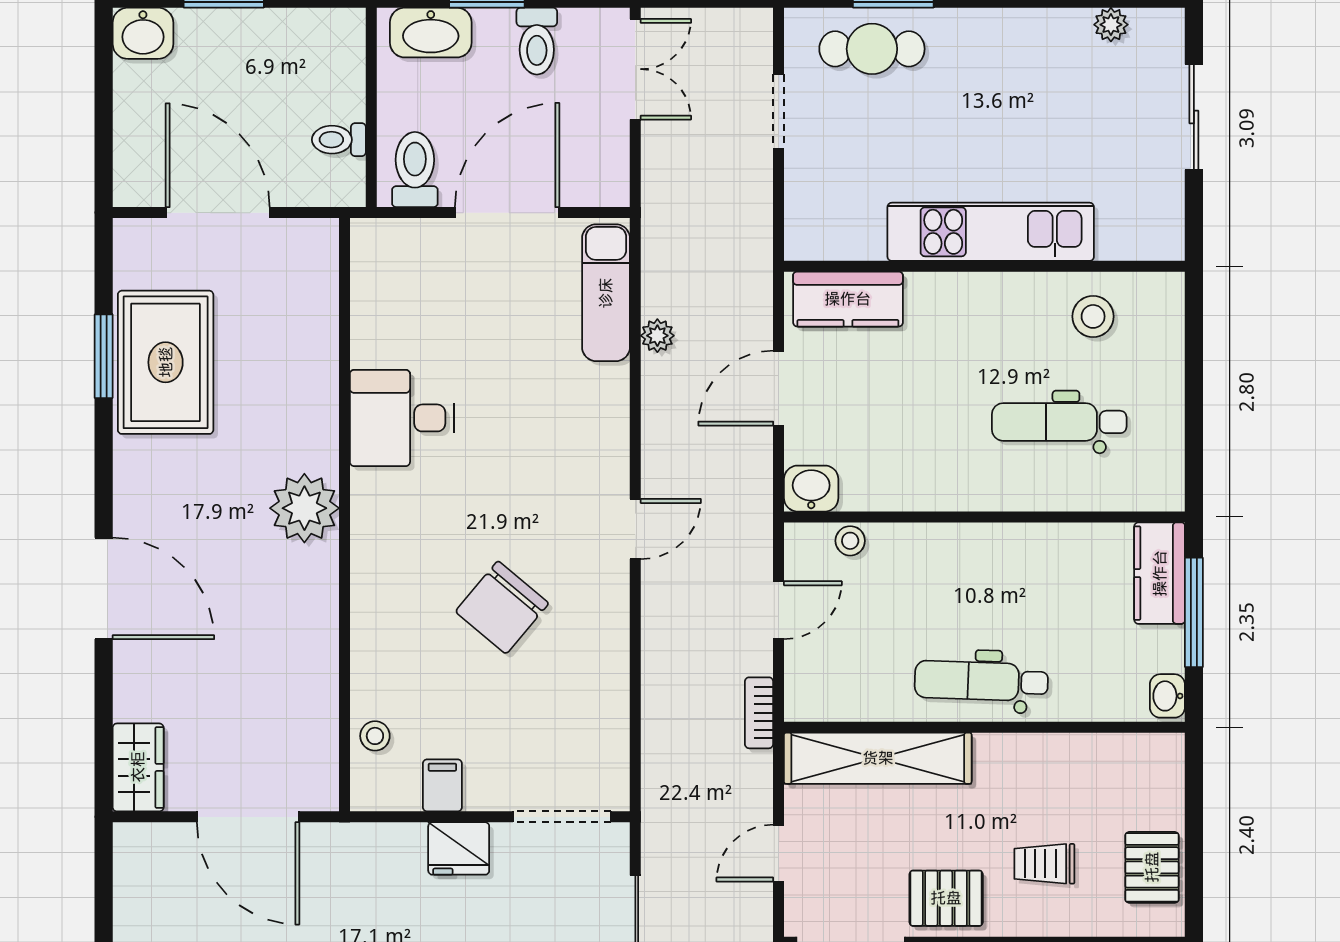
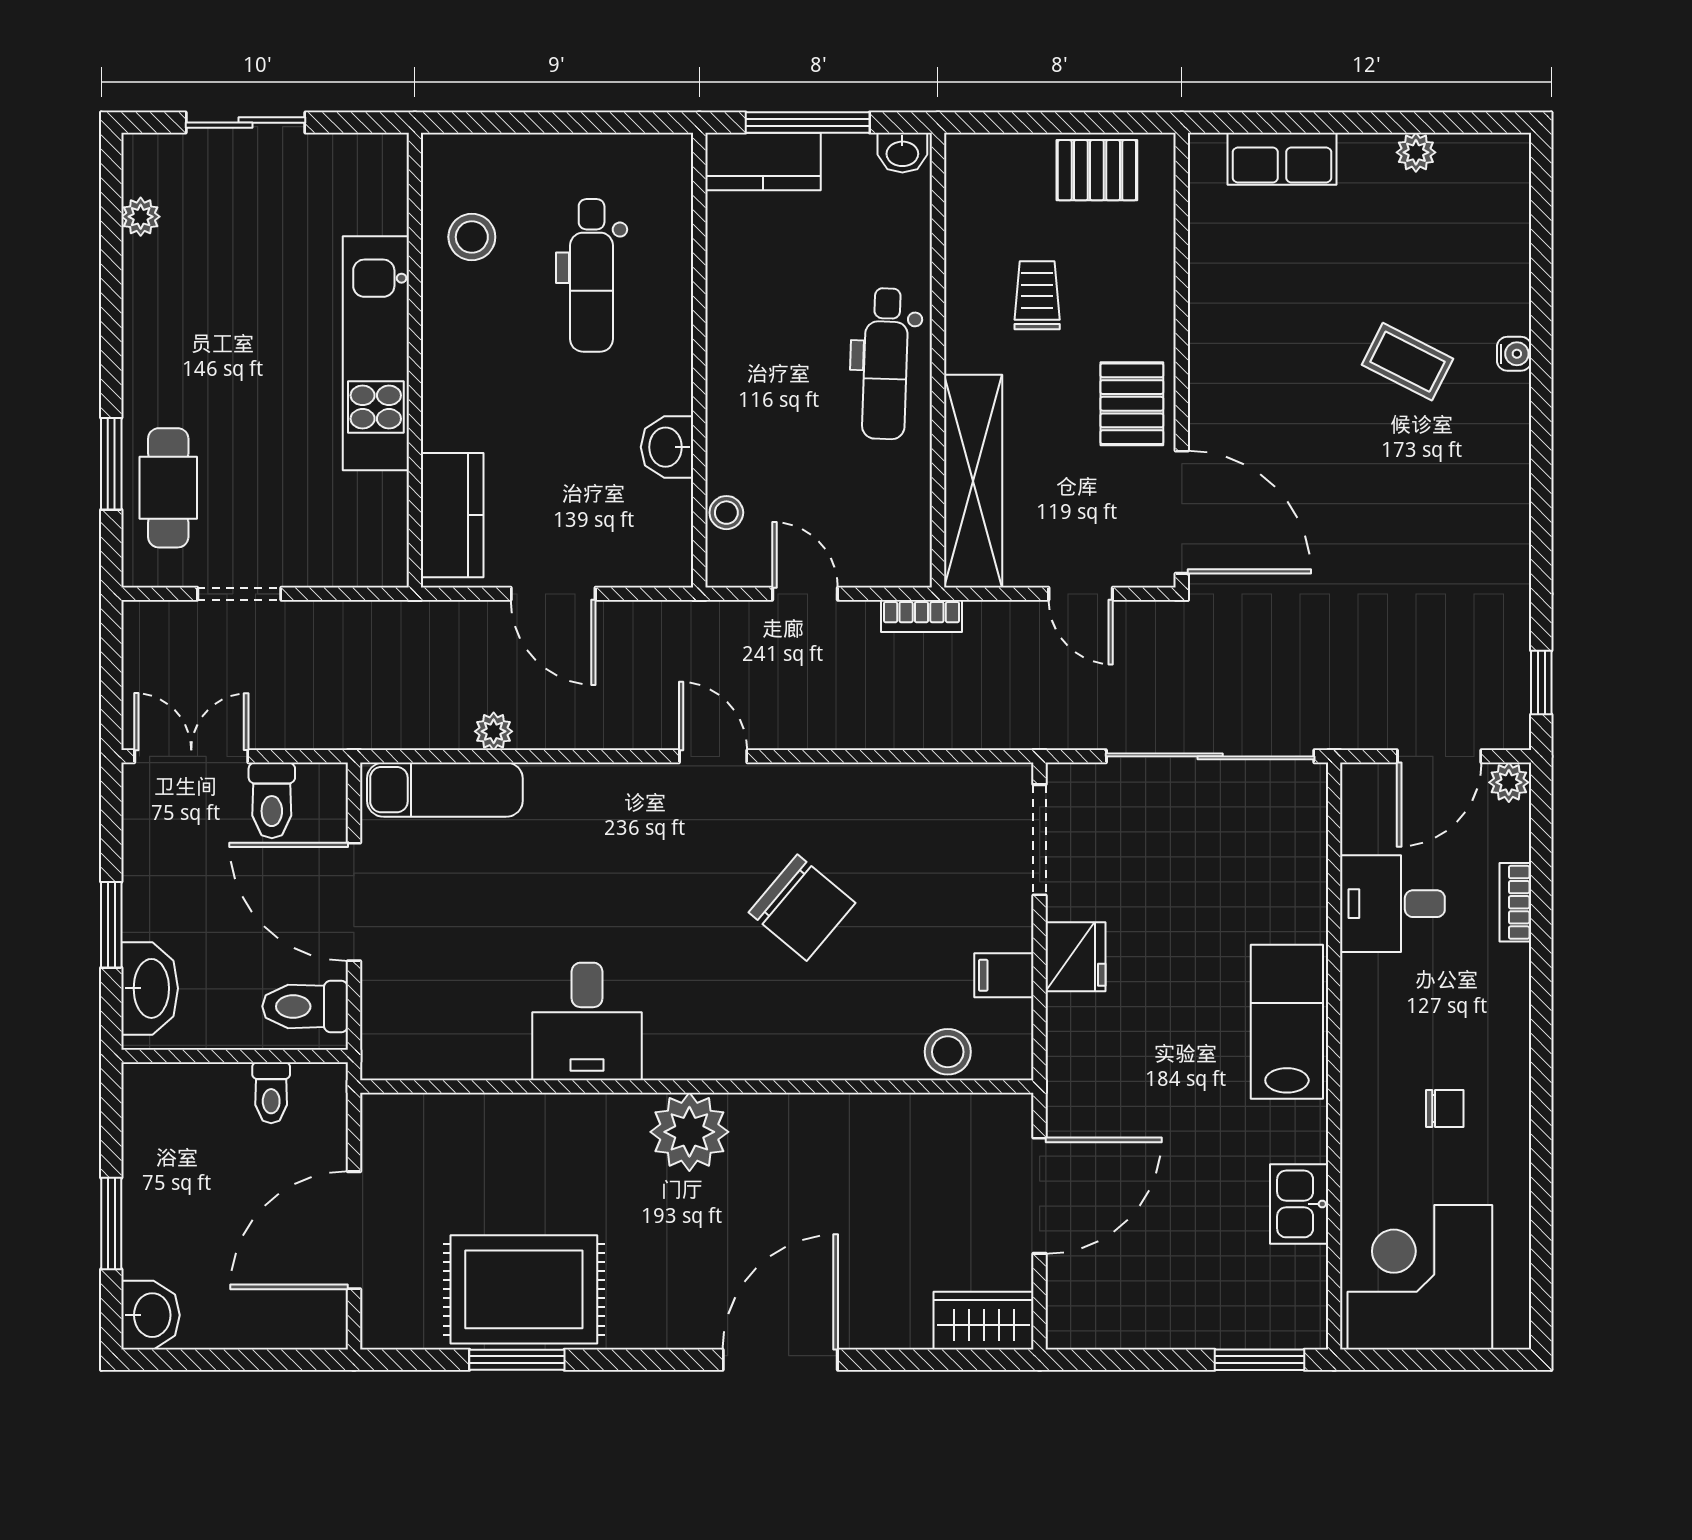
toilet: (537, 41) -> (272, 800), moved, turned 90
washbasin: (811, 489) -> (667, 447), moved
stool: (375, 736) -> (948, 1052), width x1.37, depth x1.37
trolley: (1044, 864) -> (1037, 295), moved, turned 180

